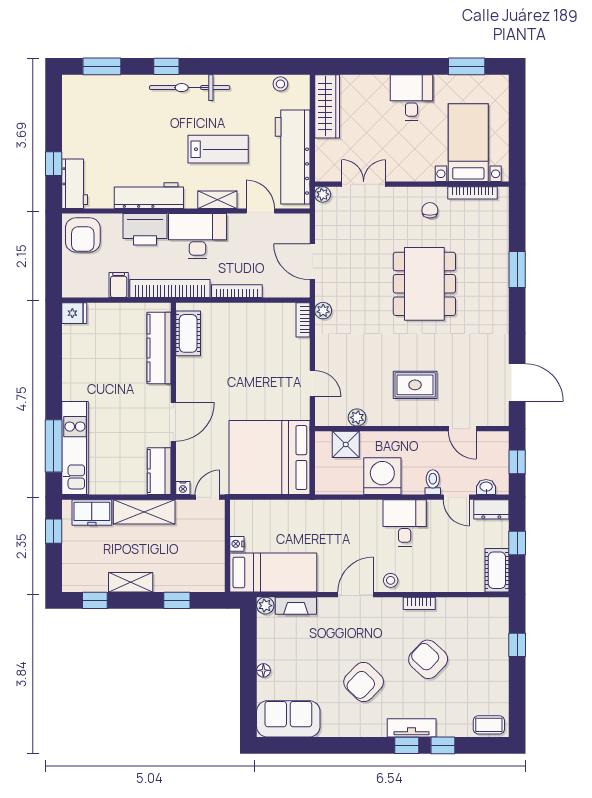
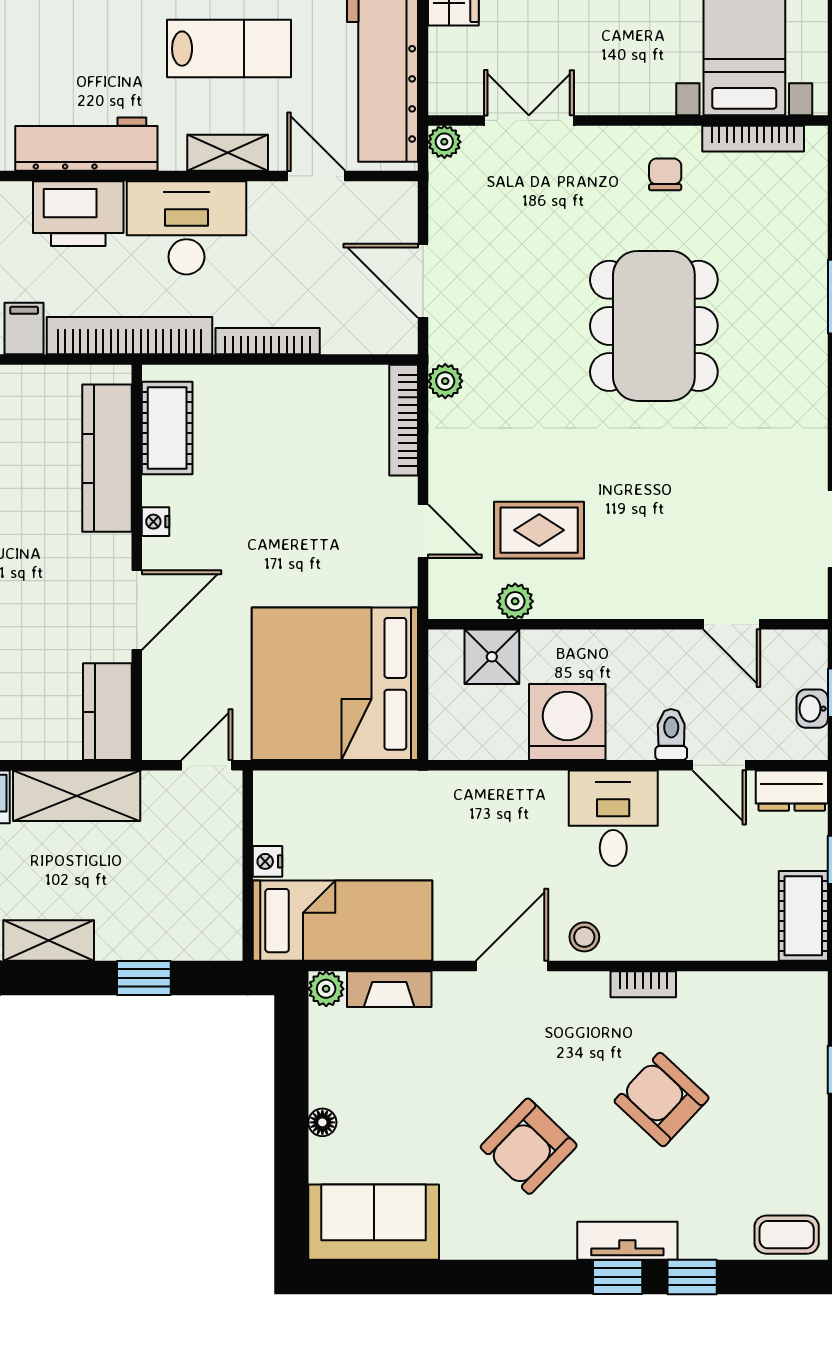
bookcase: (303, 320) -> (404, 420), width x1.56
rug: (415, 385) -> (539, 530), moved
washbasin: (486, 487) -> (812, 709), moved, turned -90
nightstand: (183, 488) -> (156, 522), moved, turned 90

